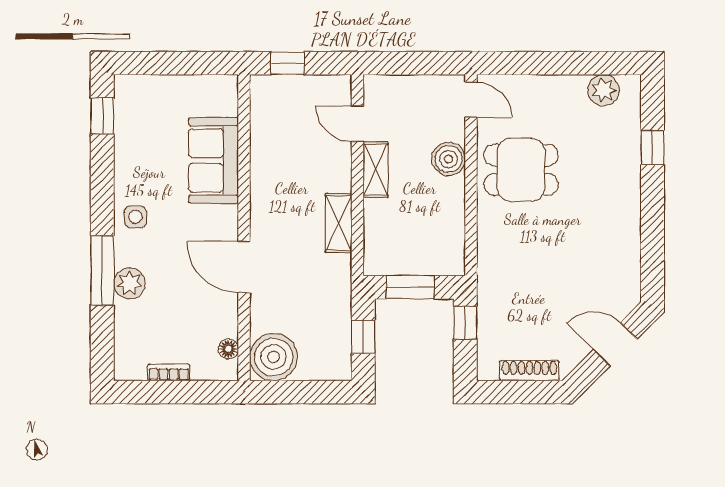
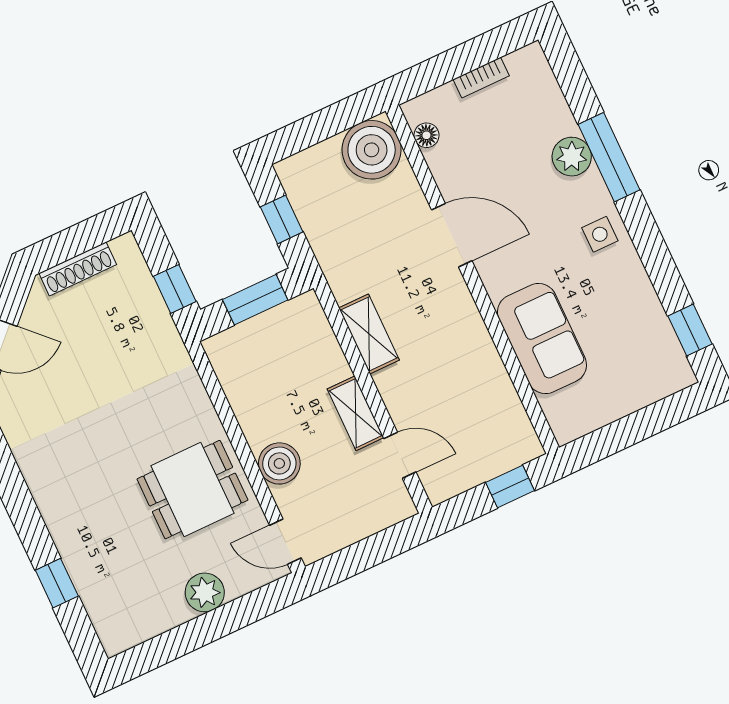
plant: (603, 90) -> (205, 592), moved

